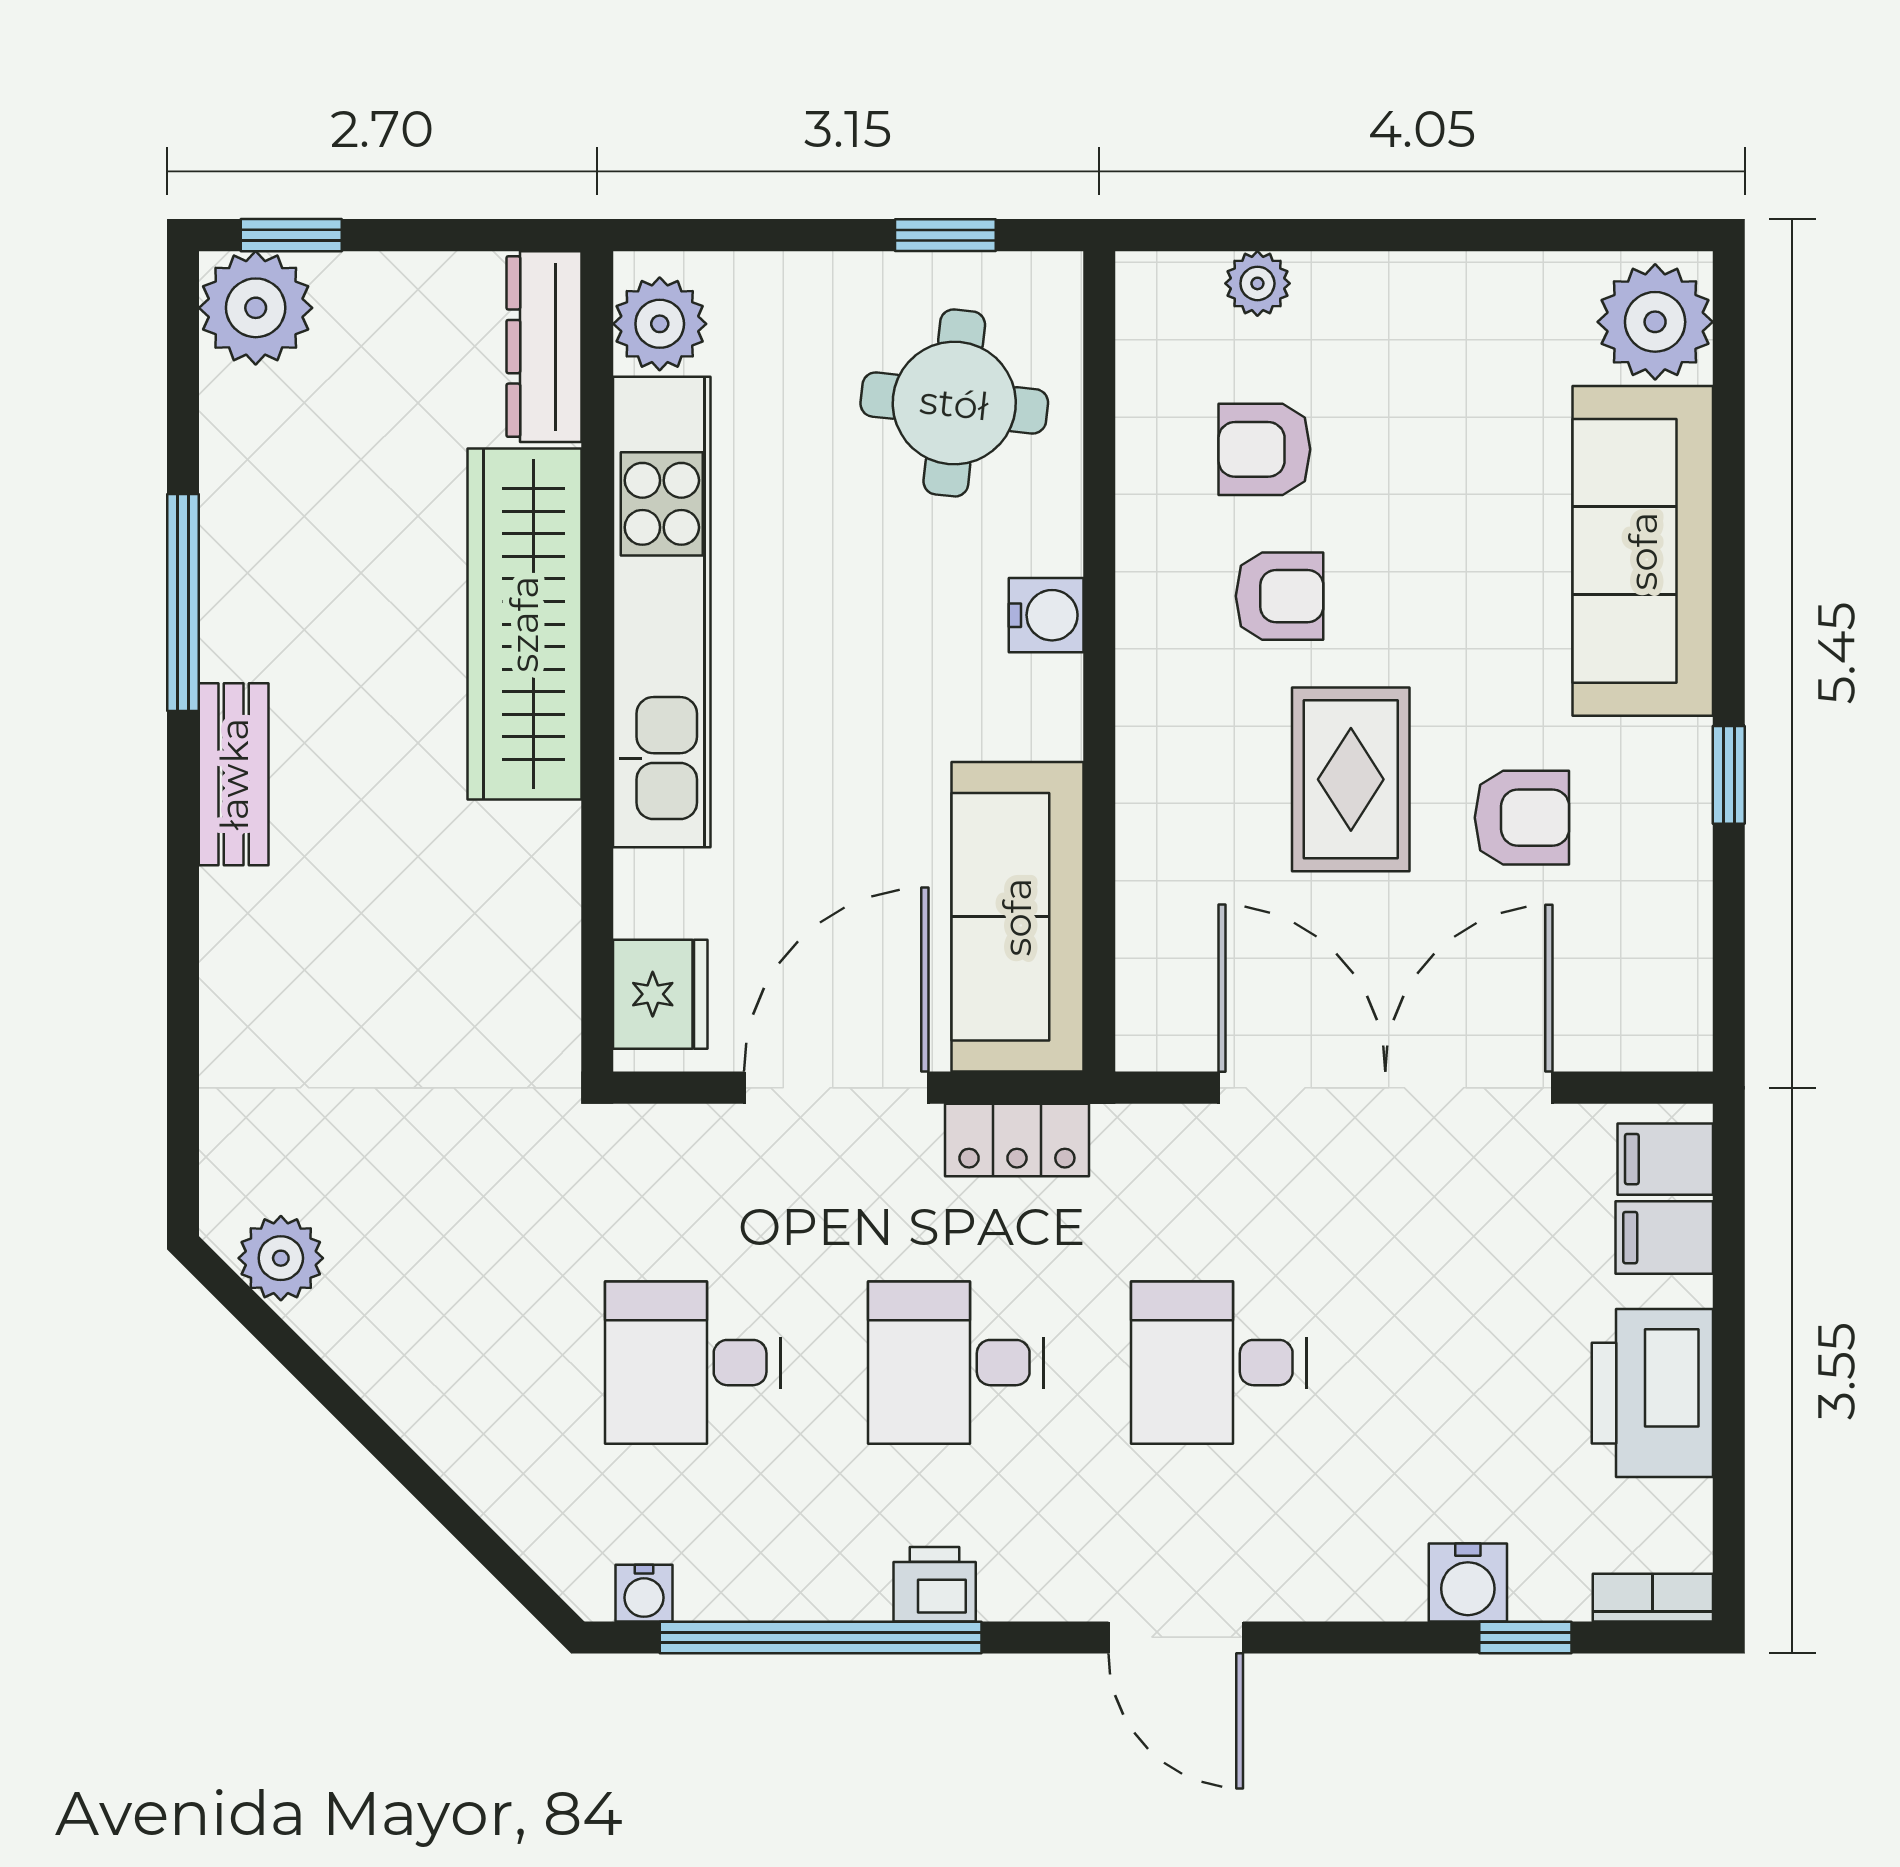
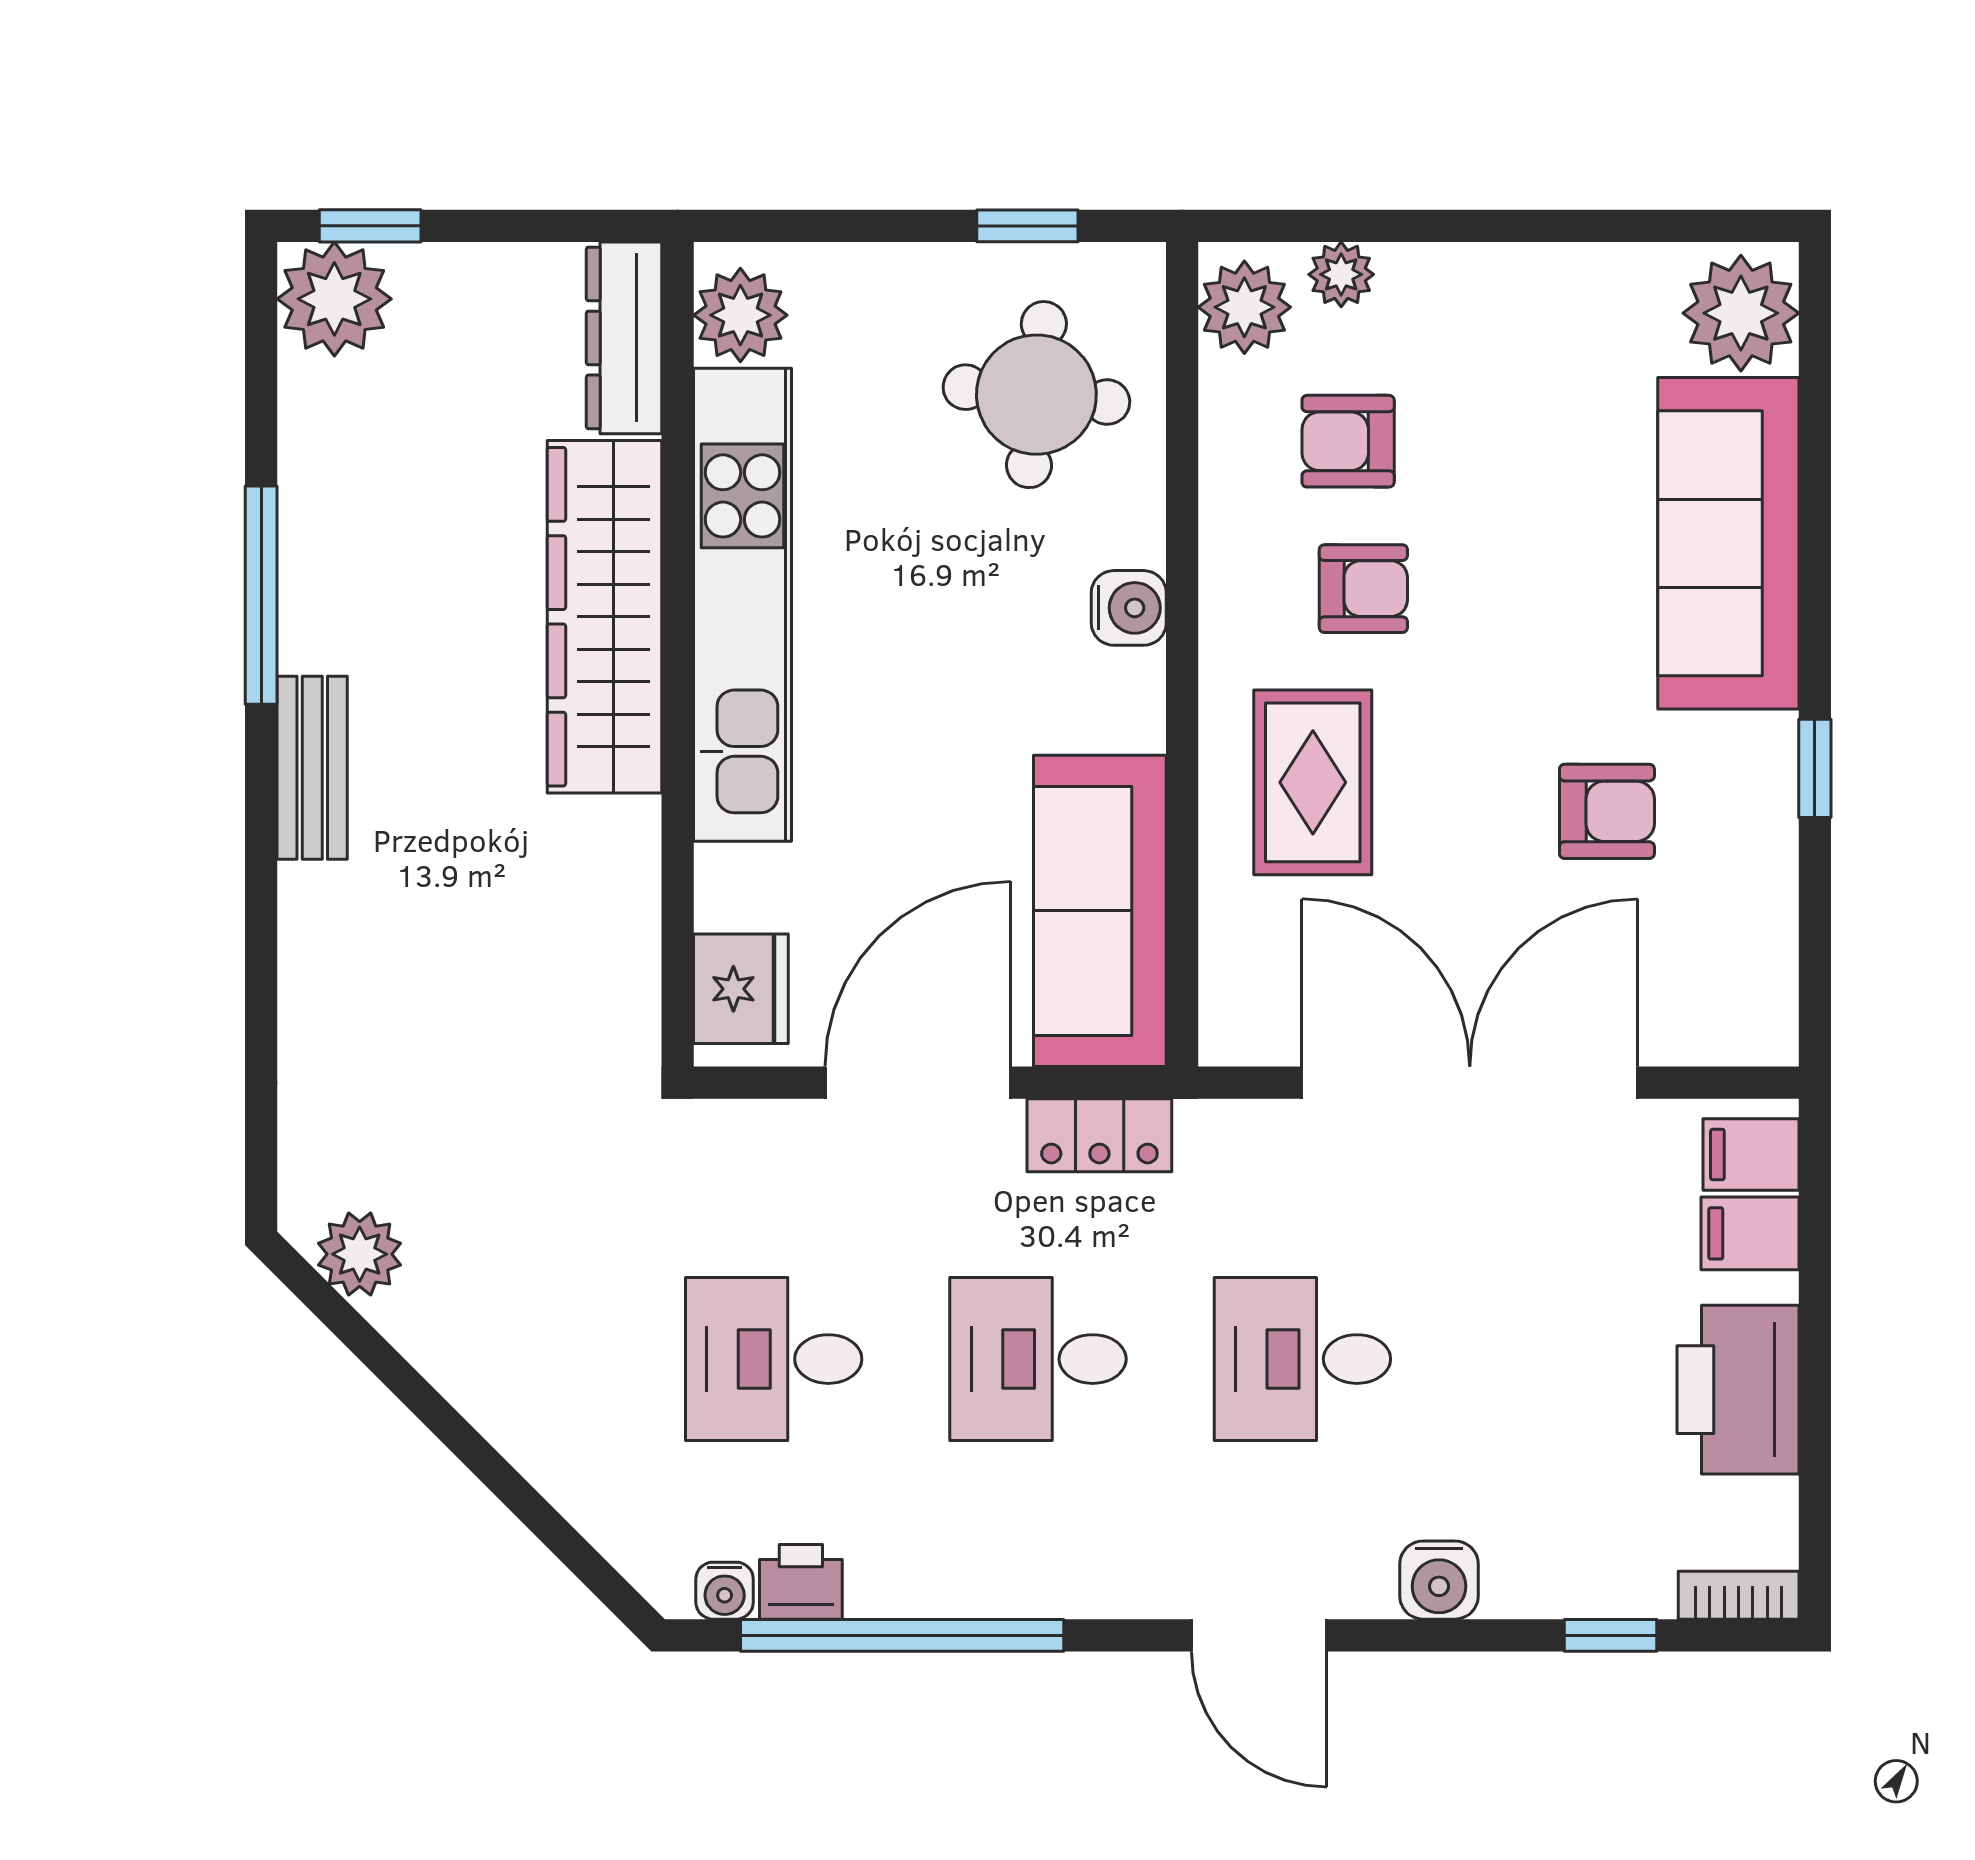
plant: (1161, 316) -> (1244, 307), added
rug: (1351, 779) -> (1313, 782), moved
water cooler: (1468, 1582) -> (1439, 1580), moved
printer: (935, 1584) -> (801, 1582), moved

